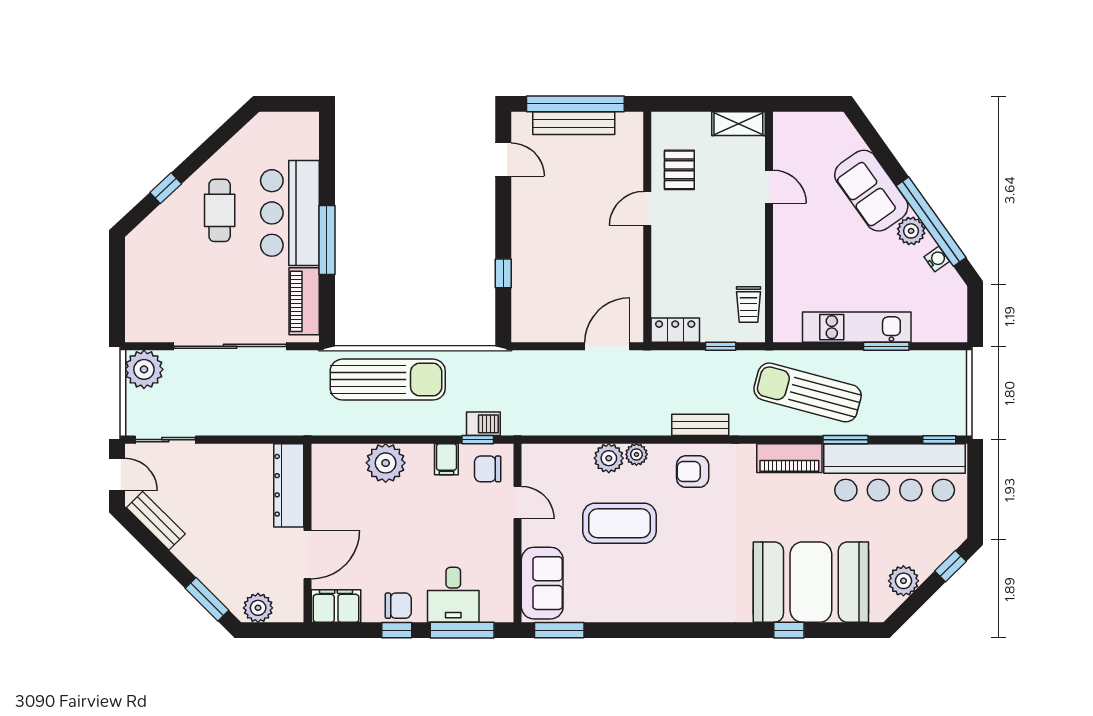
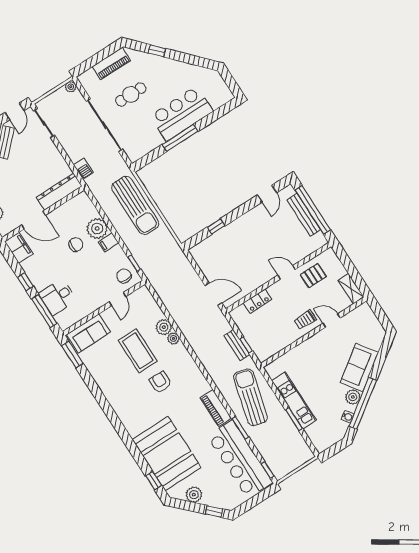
door: (769, 187) -> (332, 321), swing flipped
cafe table: (220, 210) -> (131, 94), moved
piano: (304, 301) -> (111, 64), moved, turned 180
trolley: (748, 304) -> (305, 320), moved
locker: (675, 330) -> (257, 301), moved, turned 90
plant: (144, 369) -> (71, 87), width x0.53, depth x0.53
barbecue: (483, 424) -> (83, 169), moved
bench: (700, 425) -> (237, 345), moved
filing cabinet: (446, 459) -> (108, 242), moved
armchair: (693, 472) -> (160, 382), moved
chair: (398, 606) -> (76, 244), moved, turned -90
window: (789, 630) -> (154, 481), moved

